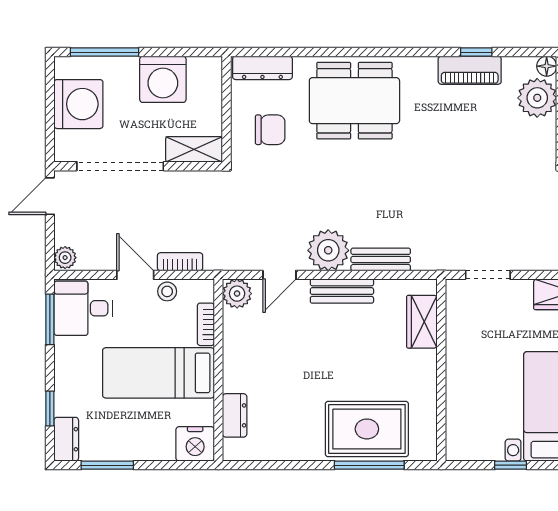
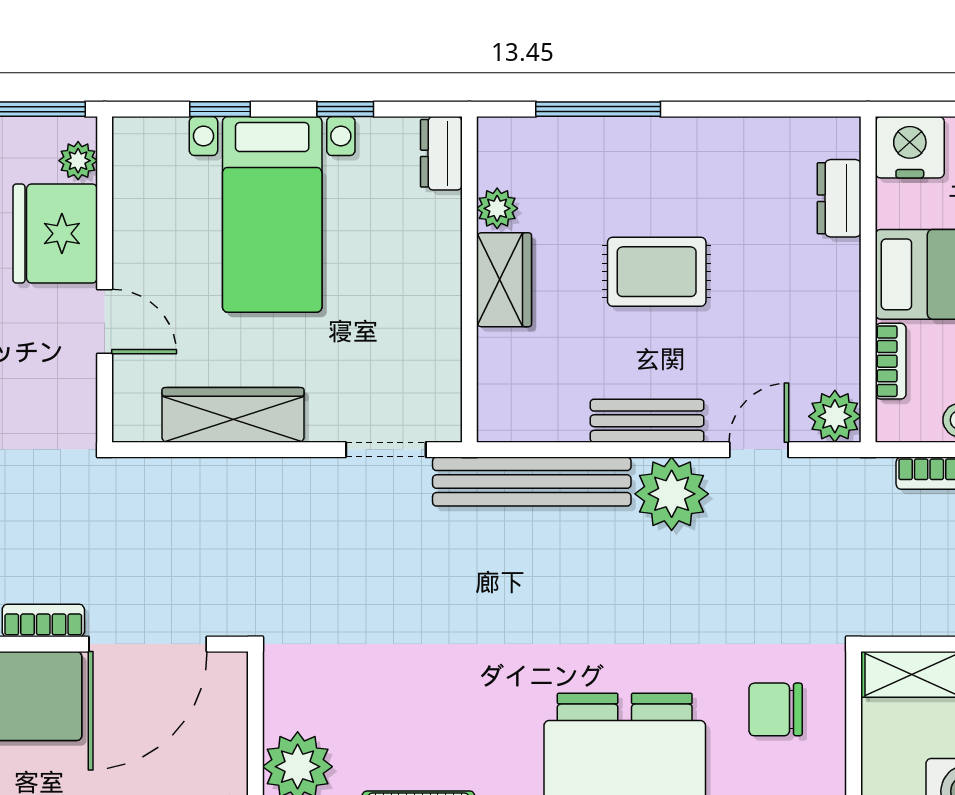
bench: (381, 259) -> (532, 482), width x1.86, depth x1.21
wardrobe: (422, 322) -> (504, 280), moved
plant: (426, 410) -> (497, 208), added
rug: (367, 429) -> (657, 272), moved, width x0.73, depth x0.70
dresser: (457, 440) -> (441, 153), added

